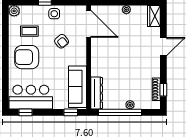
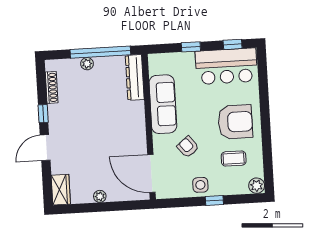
sofa: (78, 87) -> (163, 104), moved
window: (163, 90) -> (43, 114), moved
window: (71, 112) -> (191, 47), moved

